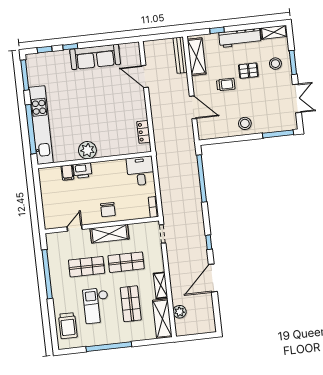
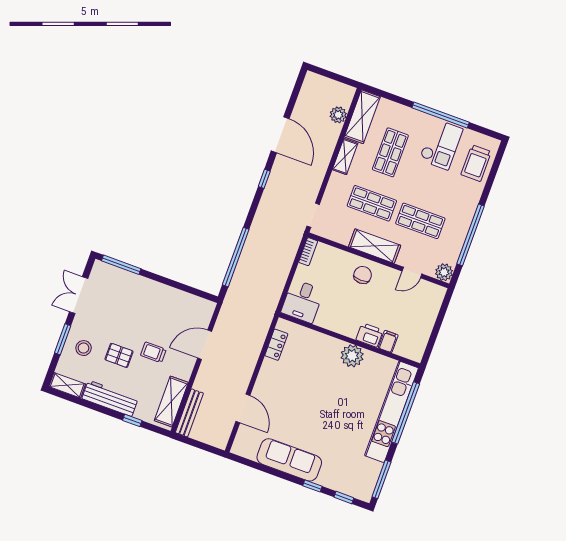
door: (193, 107) -> (205, 345), hinge flipped
stool: (245, 123) -> (154, 296), removed
plant: (53, 239) -> (444, 272), added
door: (213, 278) -> (280, 135), hinge flipped
checkout: (96, 306) -> (441, 144), moved
trolley: (68, 326) -> (476, 163), turned 180

